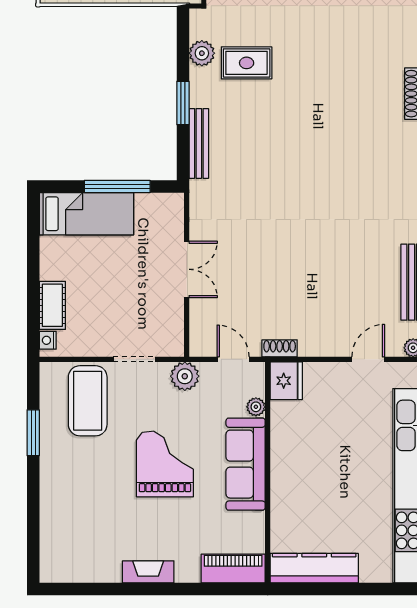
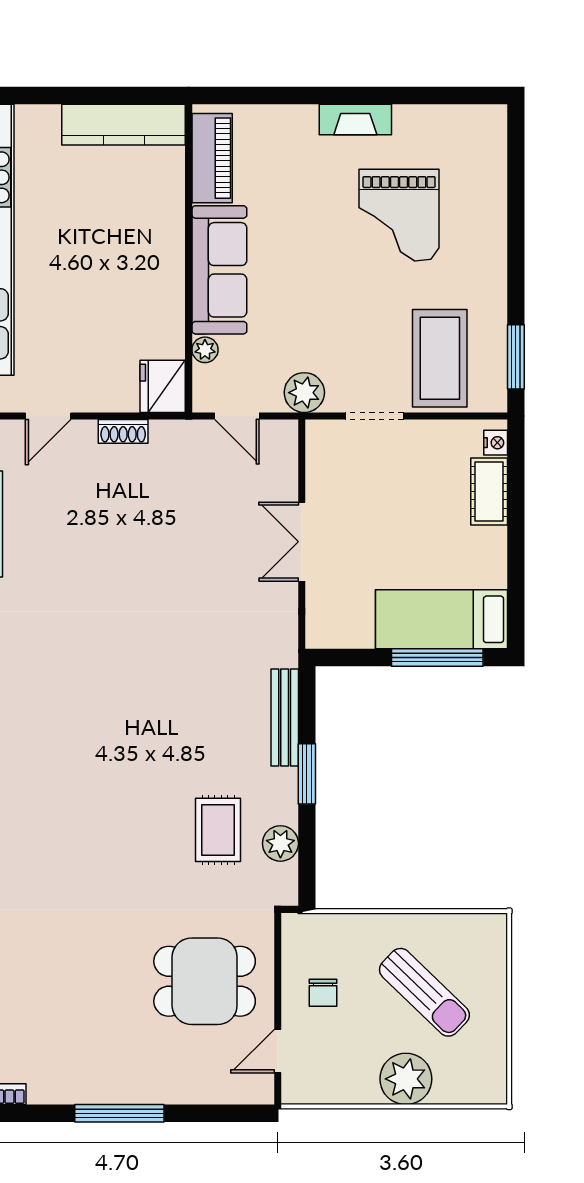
rug: (247, 63) -> (218, 830), turned 90
window: (117, 186) -> (437, 658), moved
shoe rack: (280, 348) -> (123, 431), moved
window: (33, 433) -> (516, 357), moved
grand piano: (165, 464) -> (399, 215), moved
piano: (233, 569) -> (212, 158), moved, turned -90

